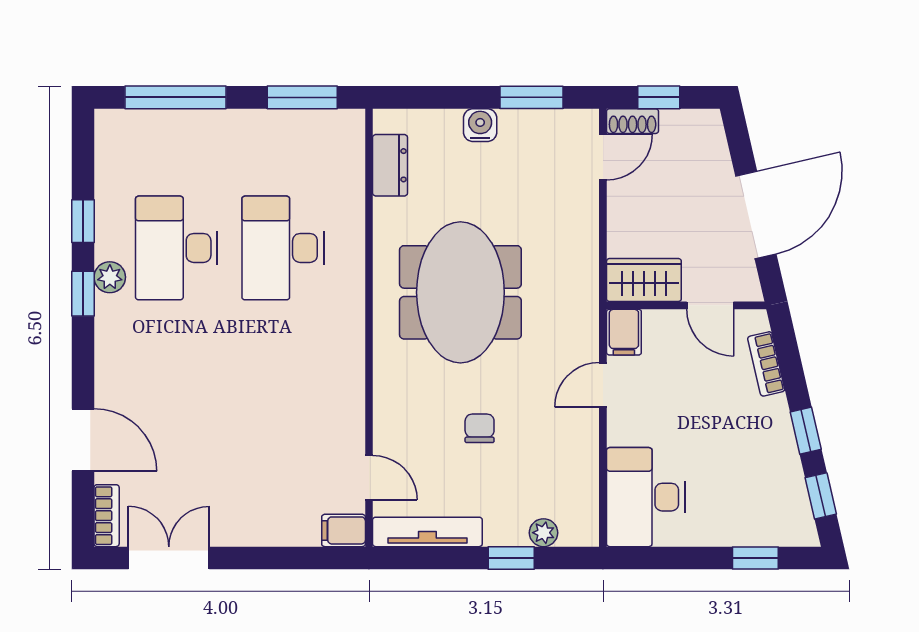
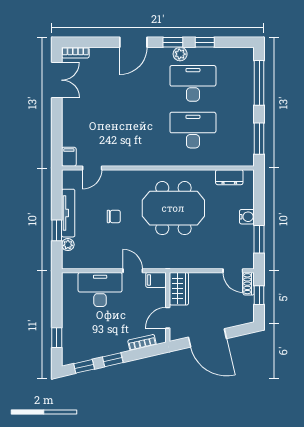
door: (83, 440) -> (133, 42), moved
desk: (646, 497) -> (100, 289), moved
tv unit: (427, 532) -> (68, 213), moved

